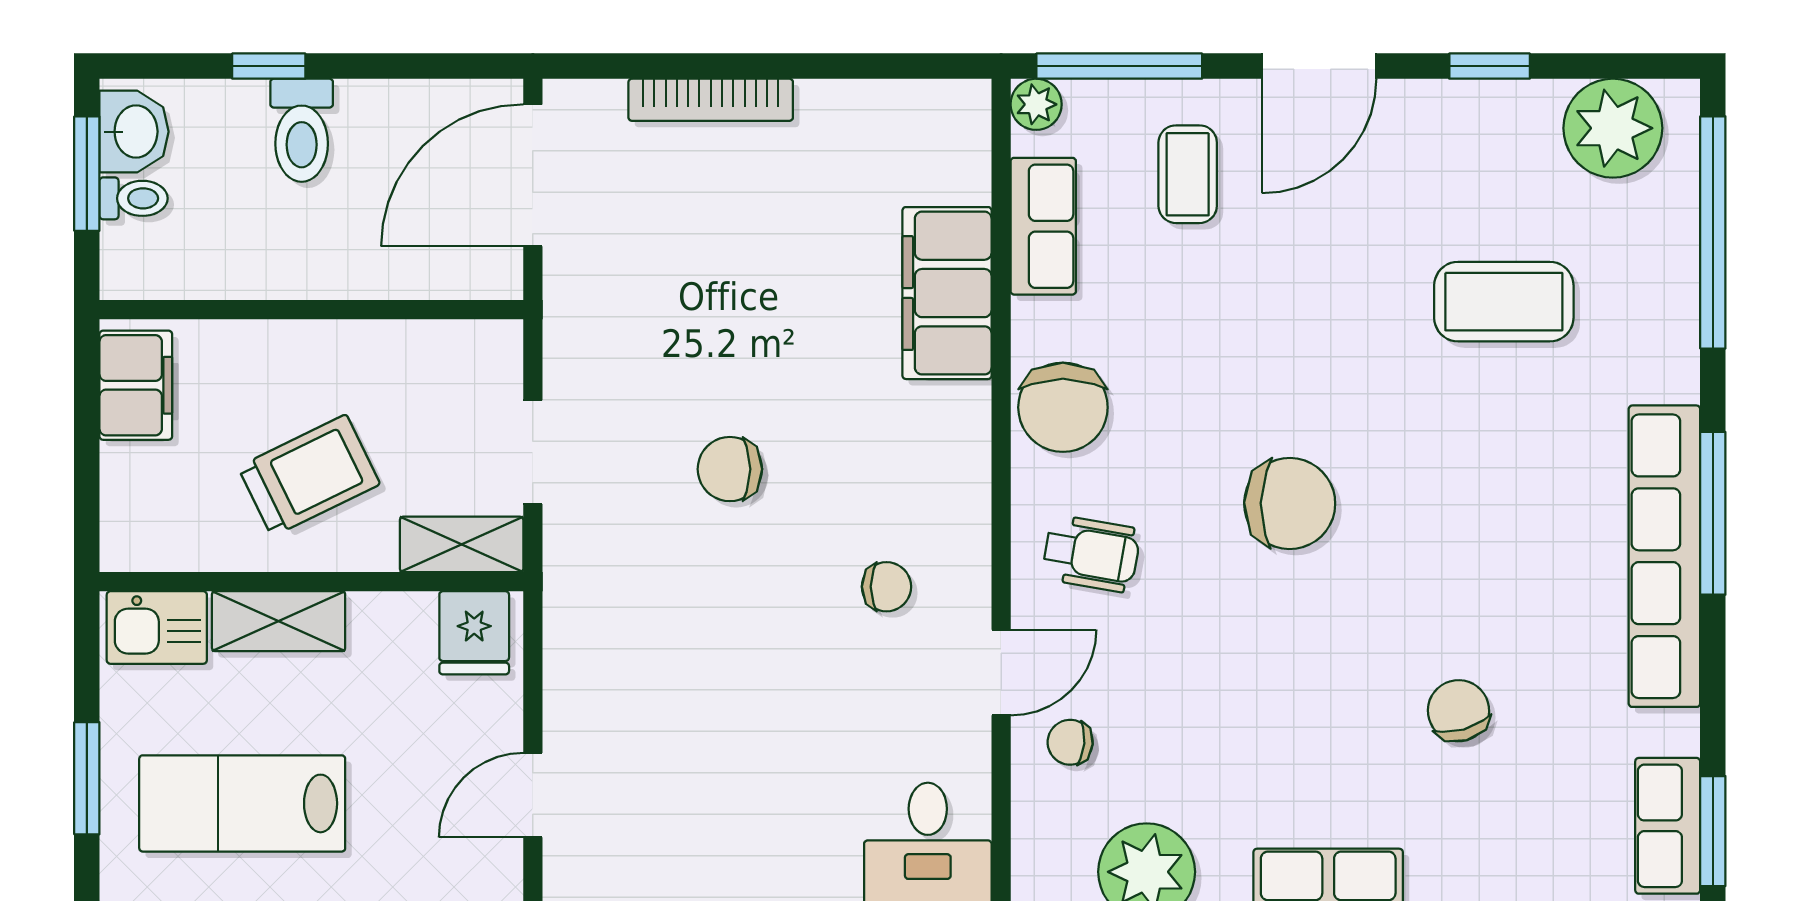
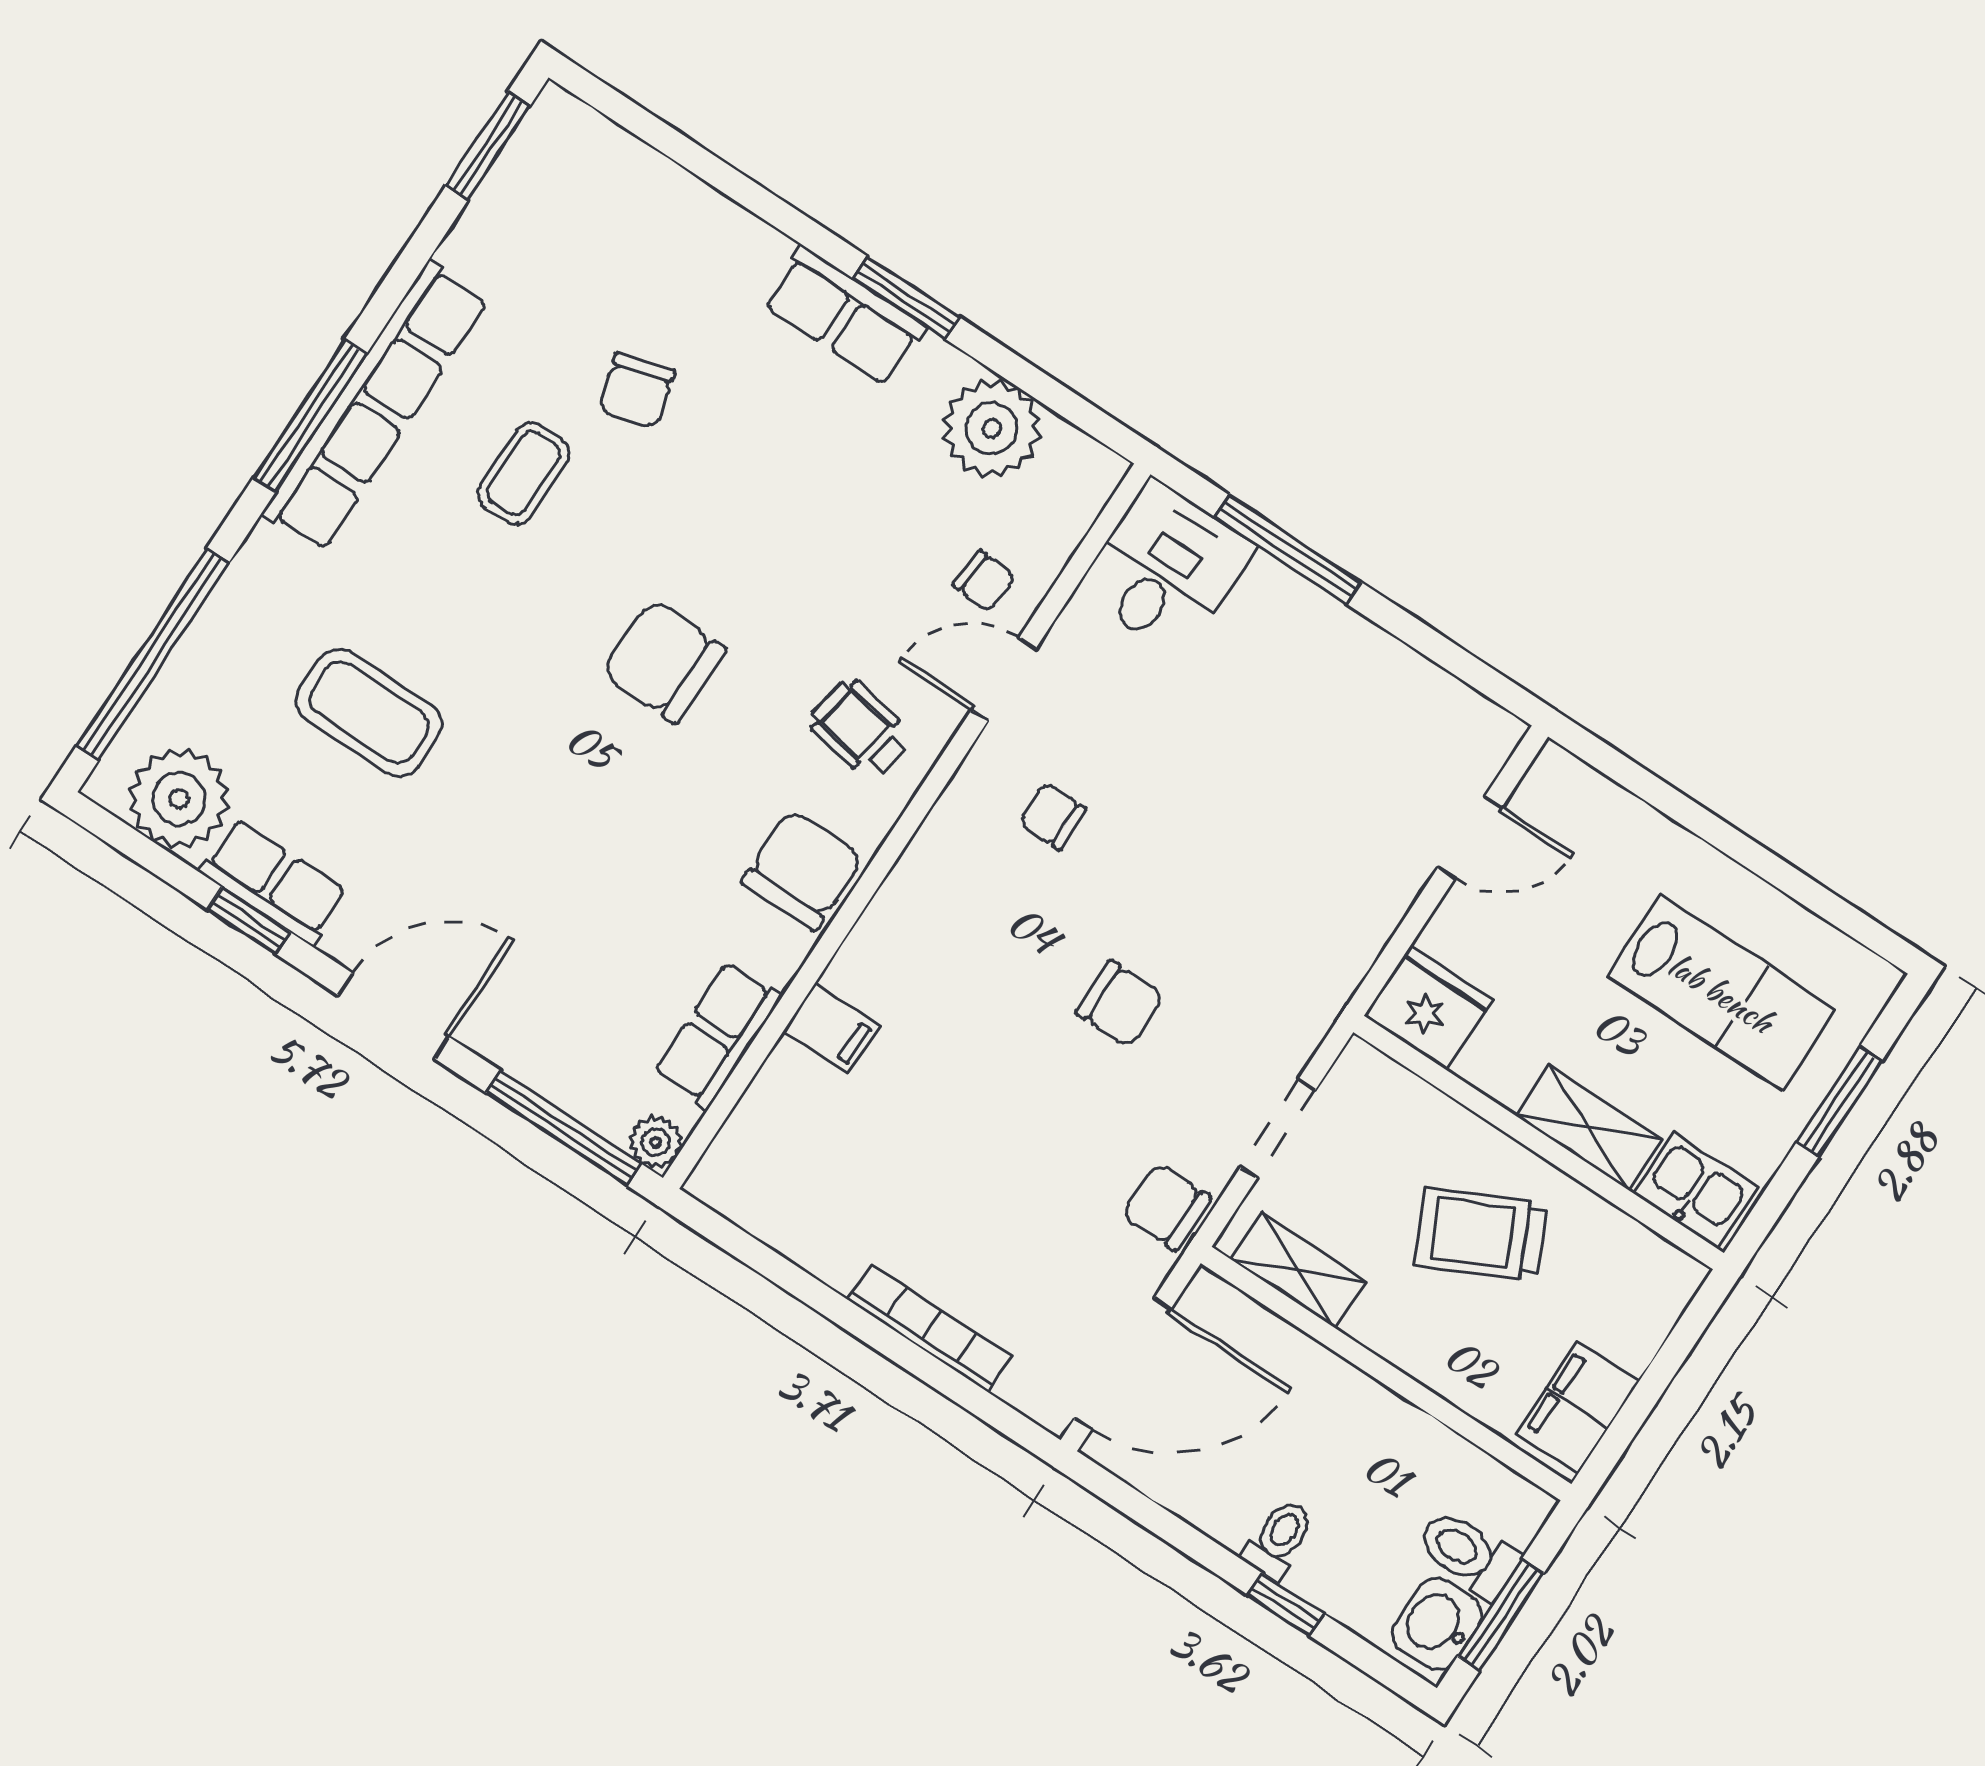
toilet: (302, 130) -> (1279, 1539), width x0.73, depth x0.72
coffee table: (1188, 174) -> (524, 473), moved
toilet: (134, 198) -> (1468, 1554), width x1.37, depth x1.39
filing cabinet: (947, 293) -> (832, 1028), width x0.33, depth x0.86
chair: (582, 328) -> (1166, 1207), added
shelving: (462, 544) -> (1298, 1270), moved
fridge: (474, 633) -> (1429, 1008), width x1.38
row of seats: (1668, 826) -> (274, 882), moved, turned -90

